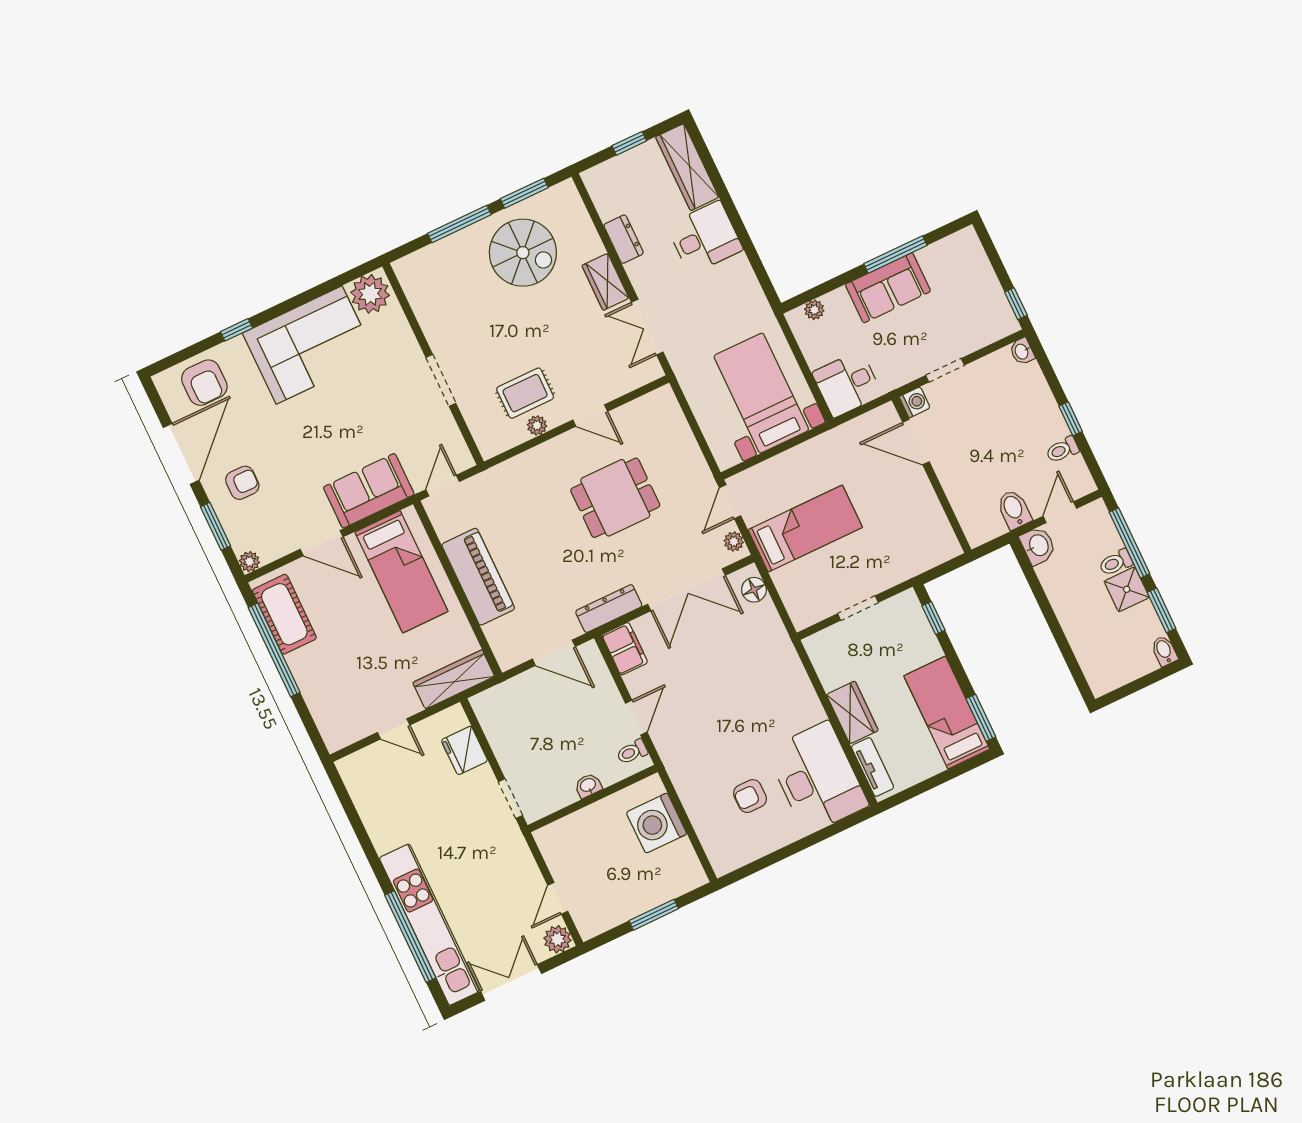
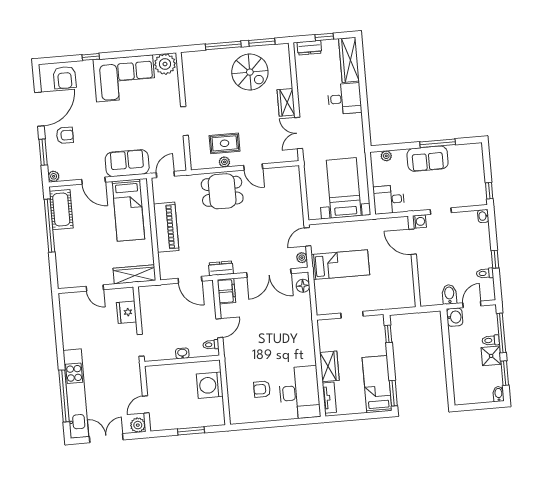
dresser: (624, 239) -> (309, 48), moved, turned 90
dining table: (615, 498) -> (222, 191), moved
dresser: (609, 609) -> (221, 268), width x0.70

